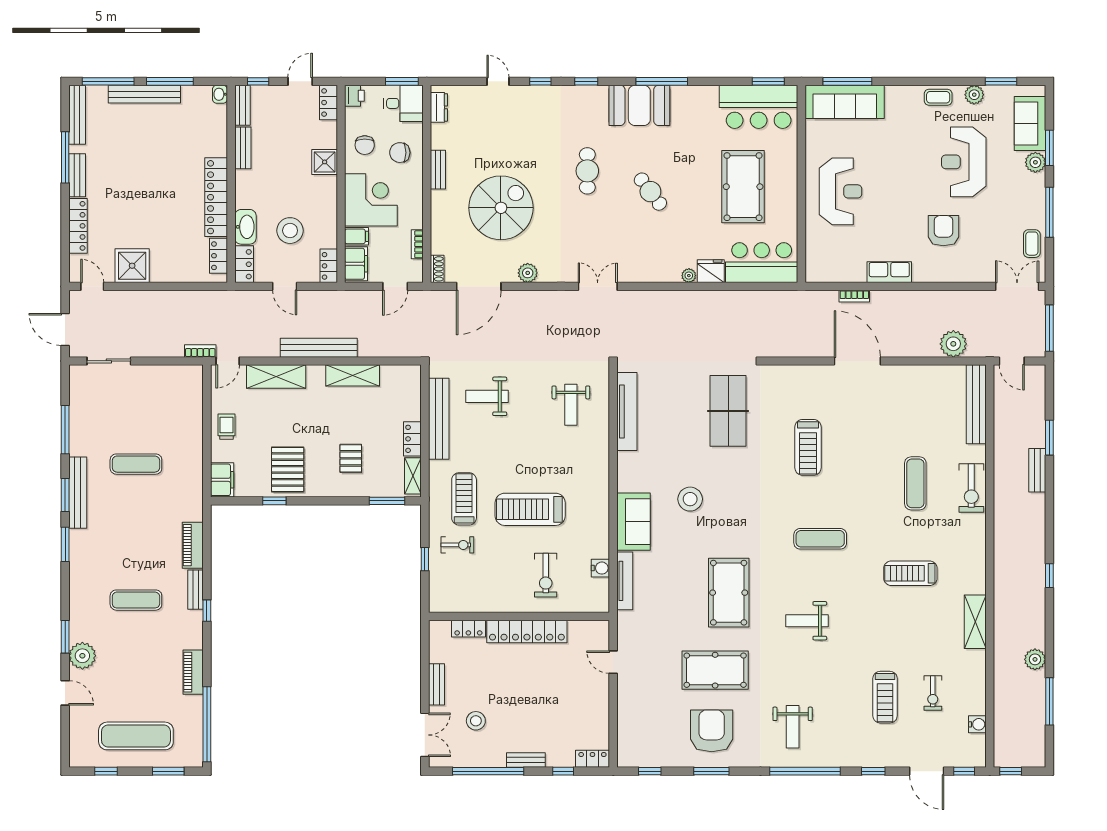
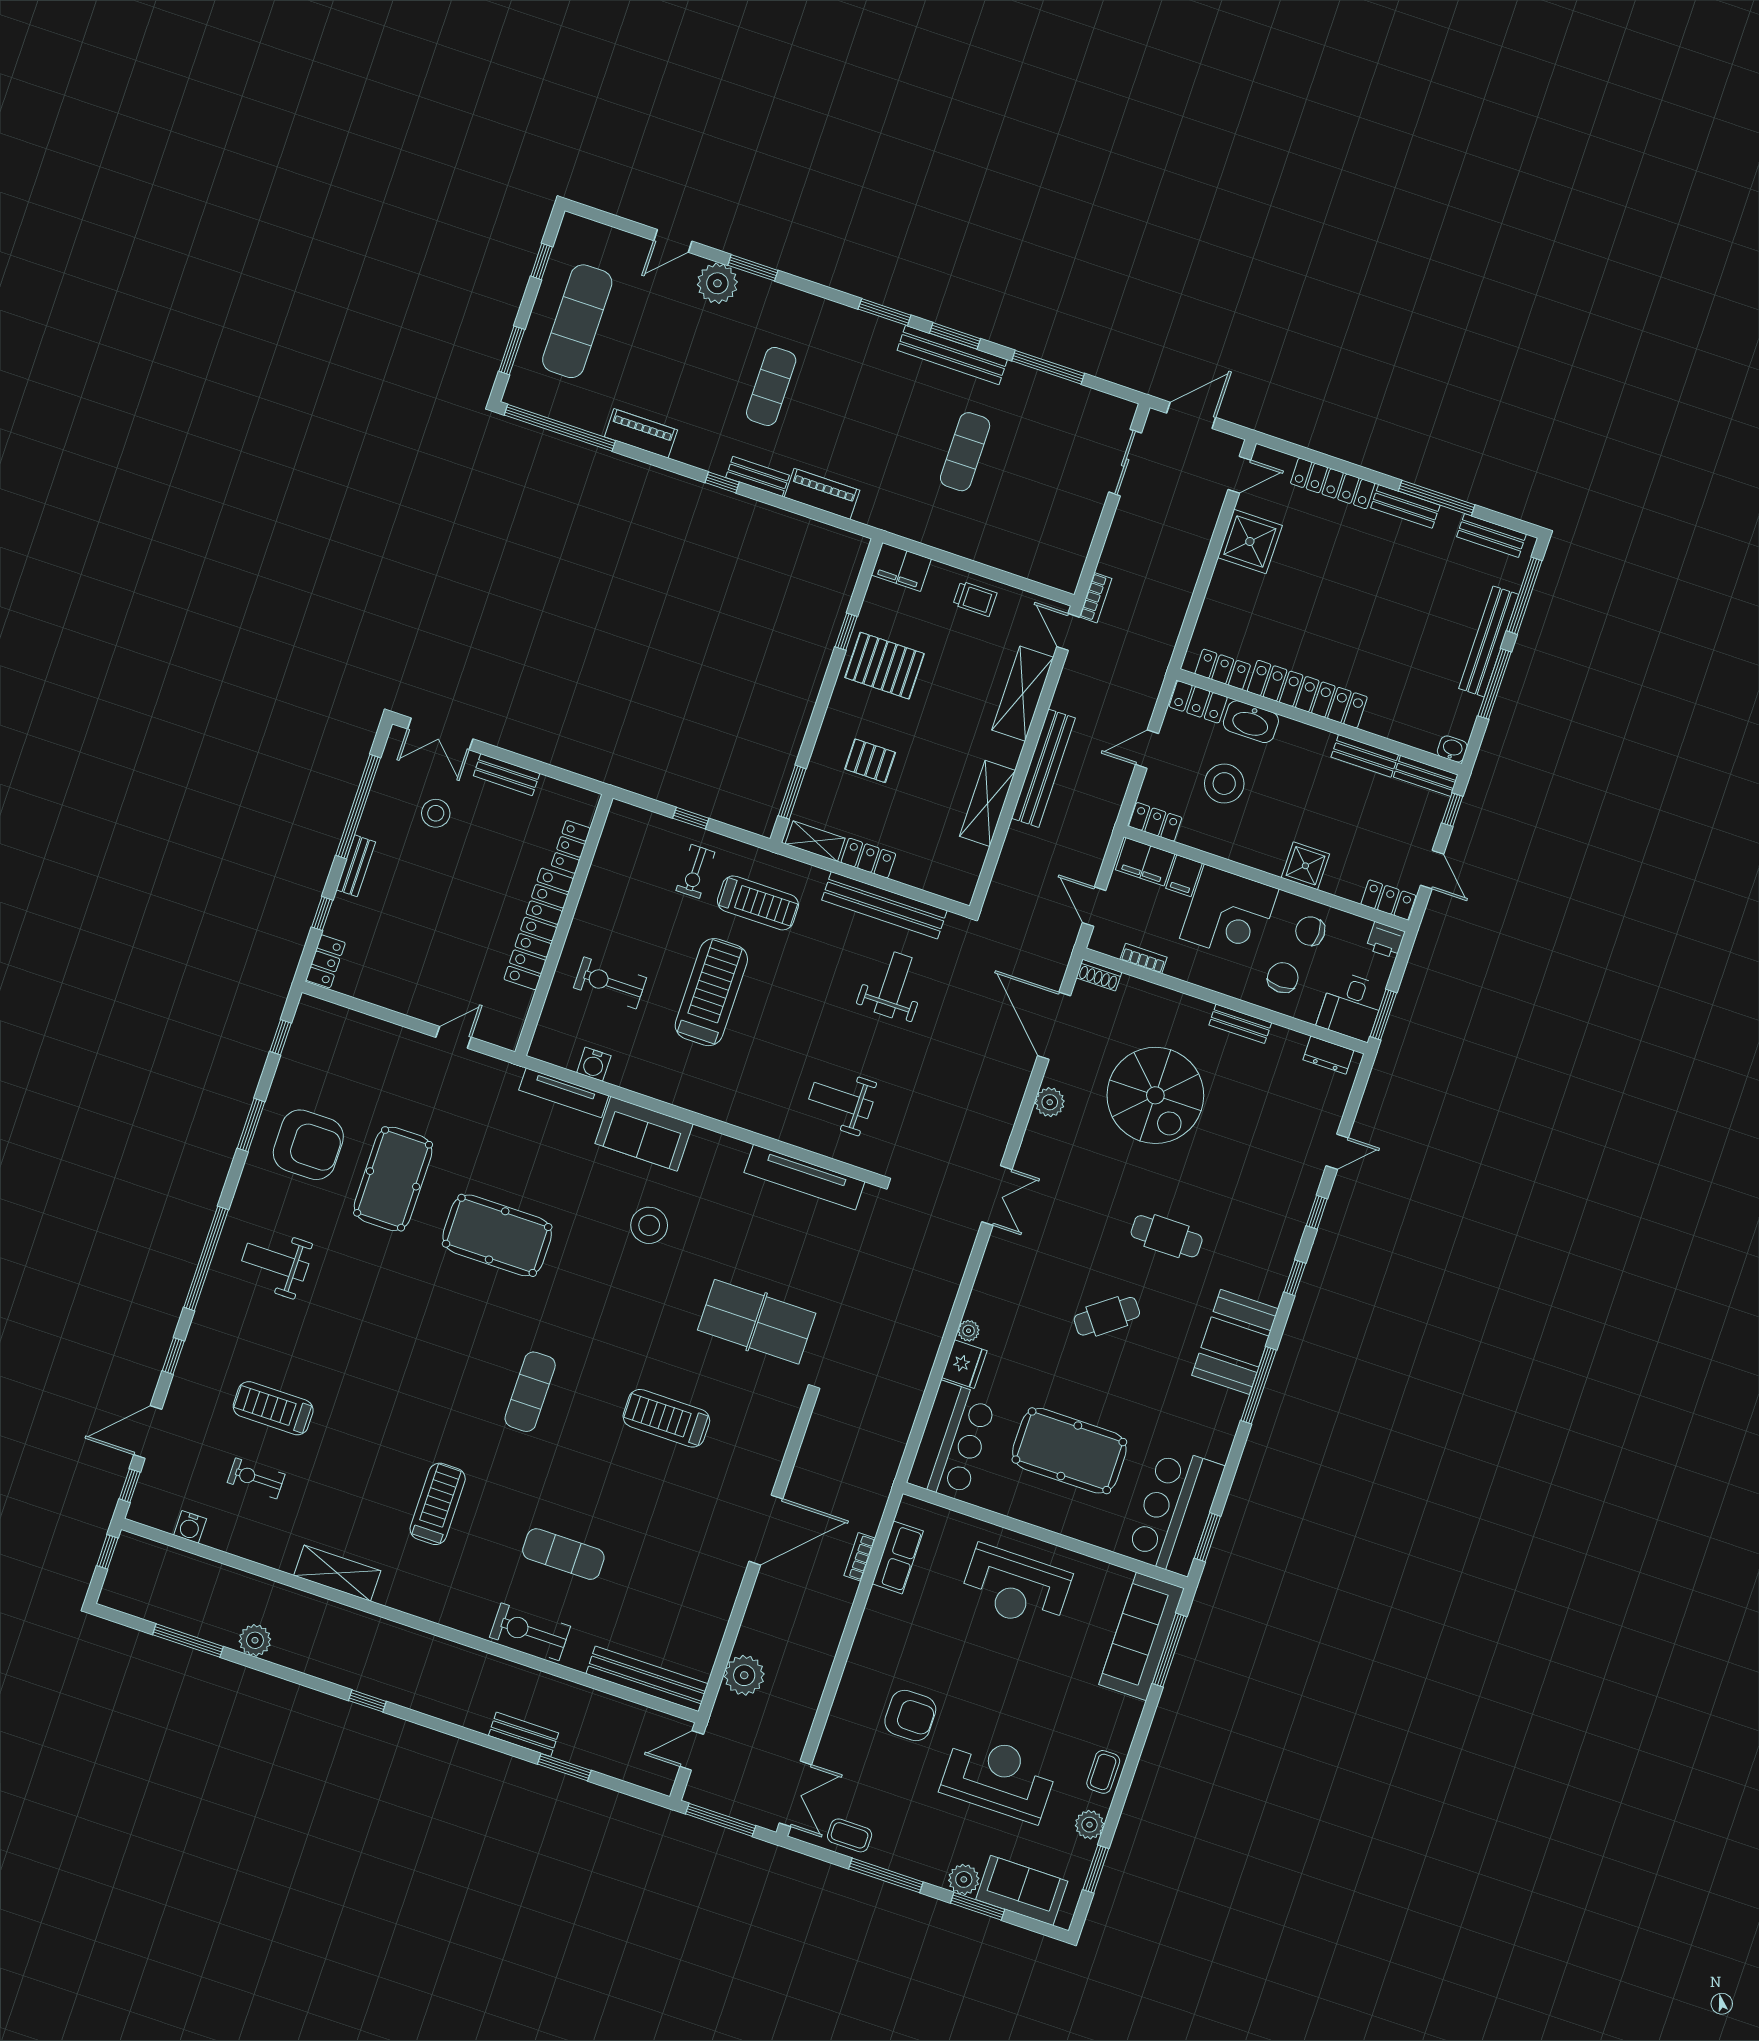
bench: (77, 115) -> (1491, 535), width x0.73
row of seats: (889, 272) -> (898, 1557), moved
weight bench: (807, 621) -> (419, 1334), removed

